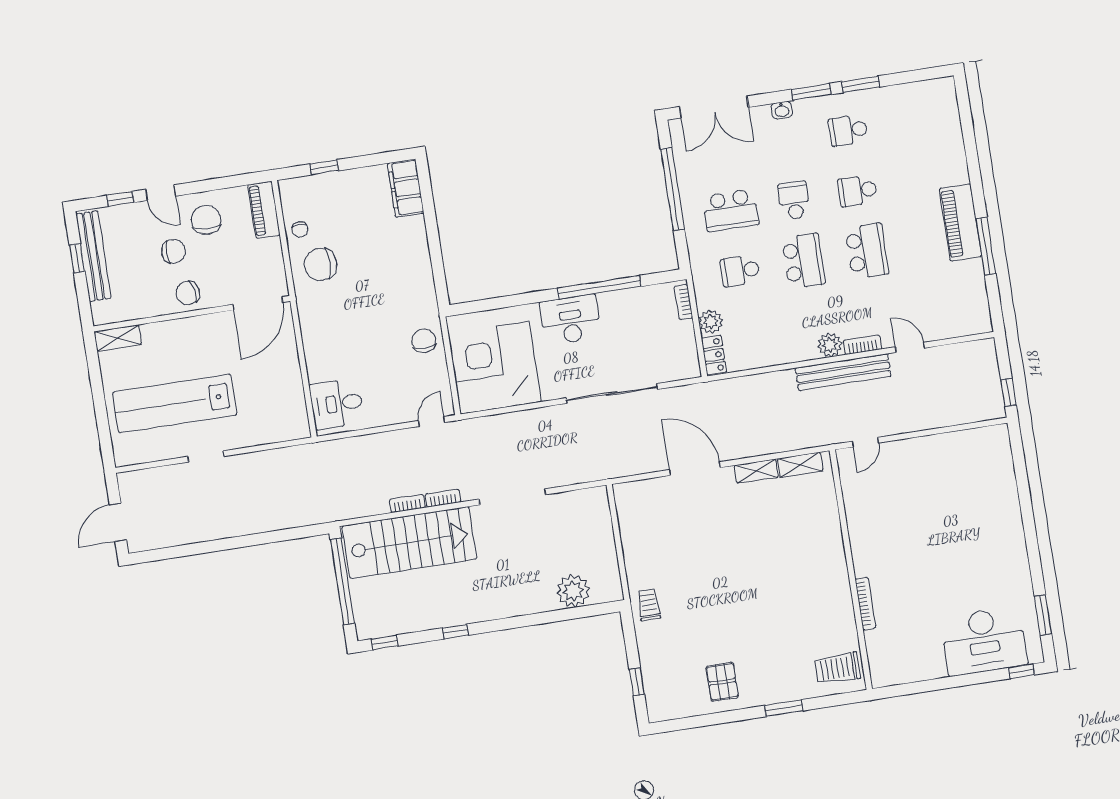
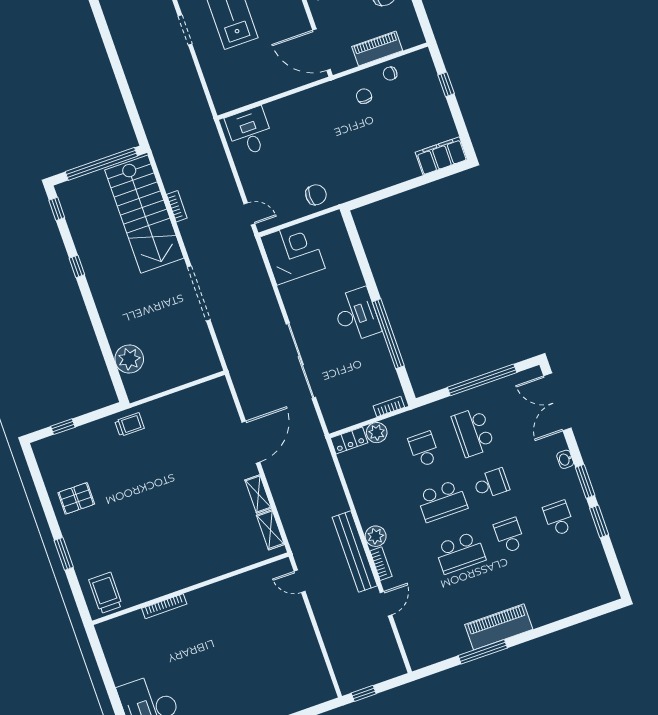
piano: (264, 210) -> (377, 49), moved
chair: (320, 264) -> (364, 96), width x0.54, depth x0.54
corner desk: (495, 368) -> (293, 253), width x0.74, depth x0.74
bookcase: (443, 498) -> (187, 235), removed

